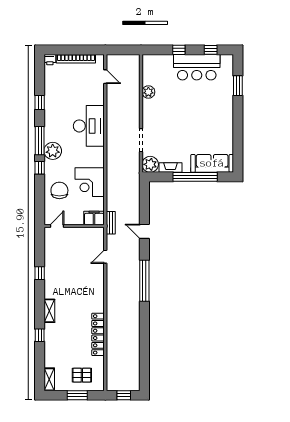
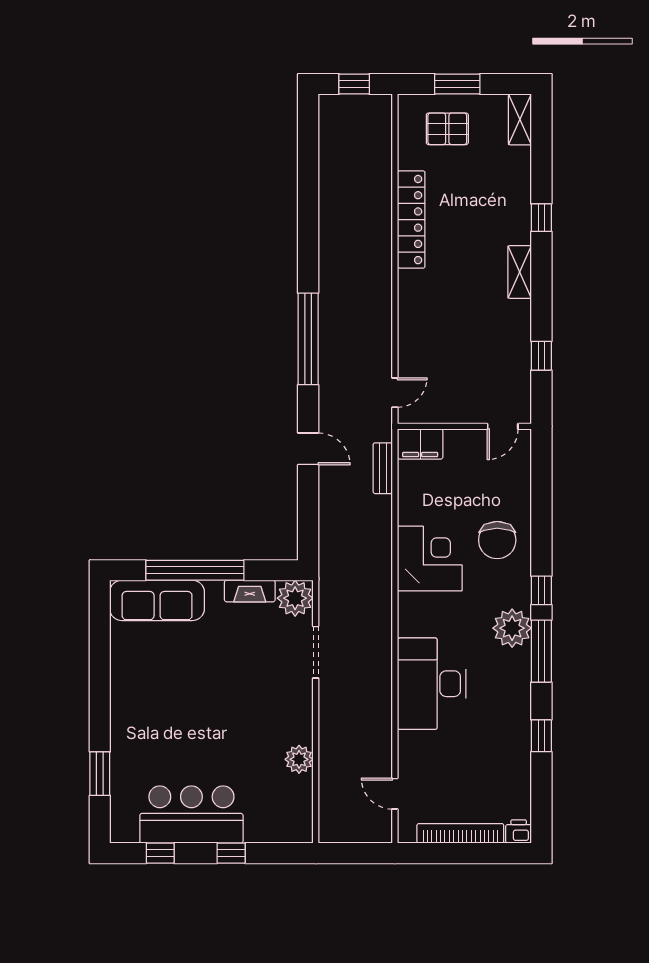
filing cabinet: (94, 218) -> (420, 444), moved
door: (57, 226) -> (503, 426), moved
wall: (74, 226) -> (464, 426), moved

